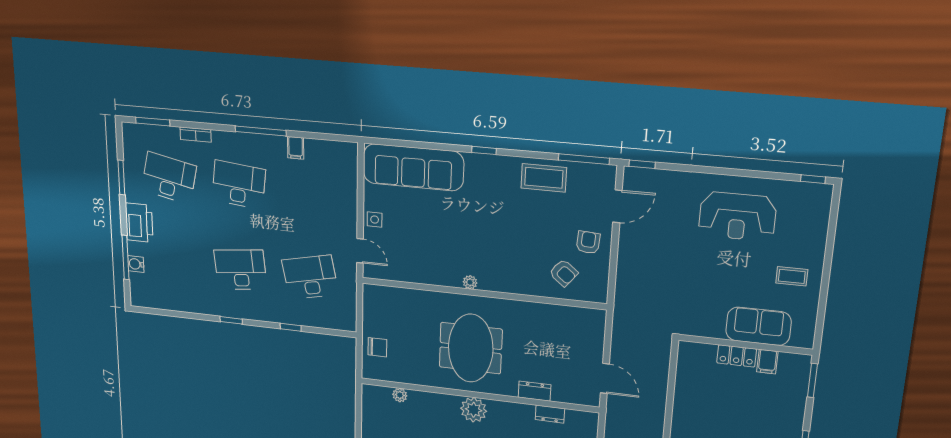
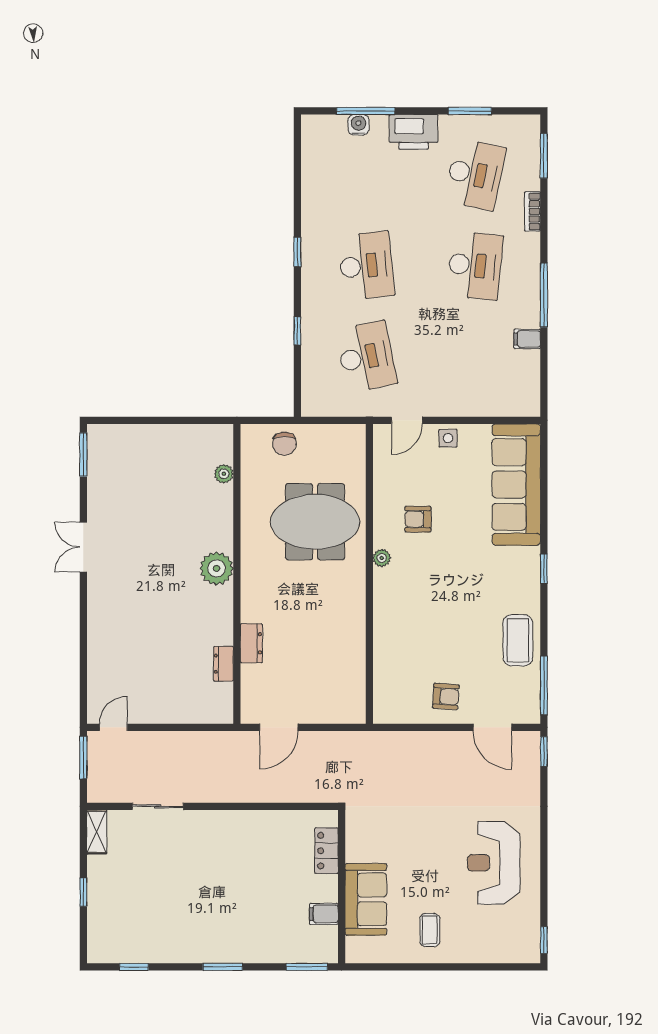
armchair: (564, 273) -> (418, 519), moved, turned 51
meeting table: (471, 348) -> (315, 522), moved
locker: (737, 356) -> (326, 851), moved

